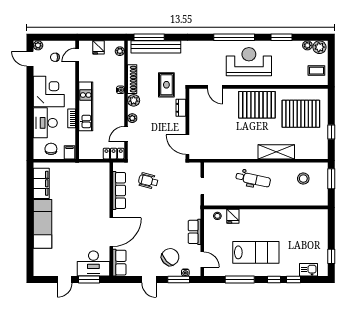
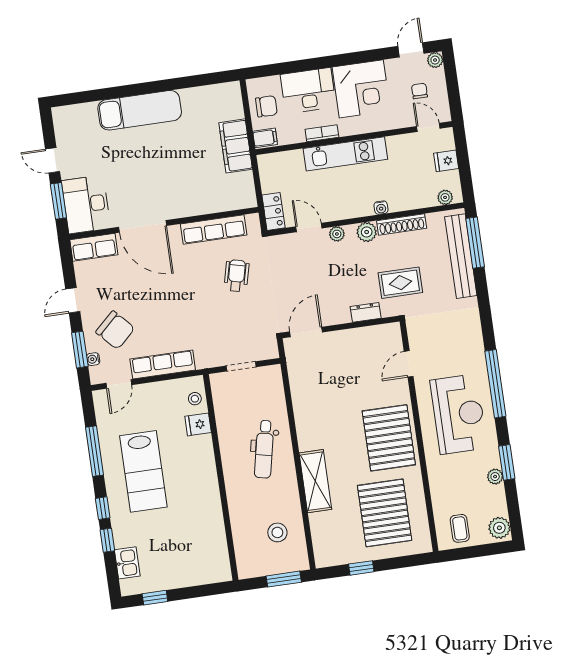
plant: (307, 45) -> (495, 477), moved
filing cabinet: (41, 183) -> (236, 146), moved, turned 90
row of seats: (194, 232) -> (163, 364), width x1.48

